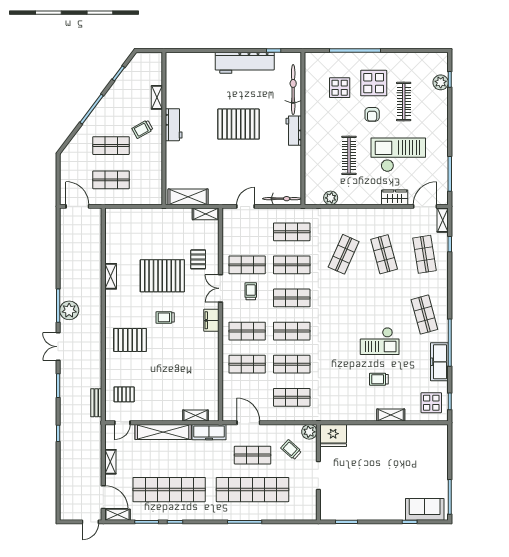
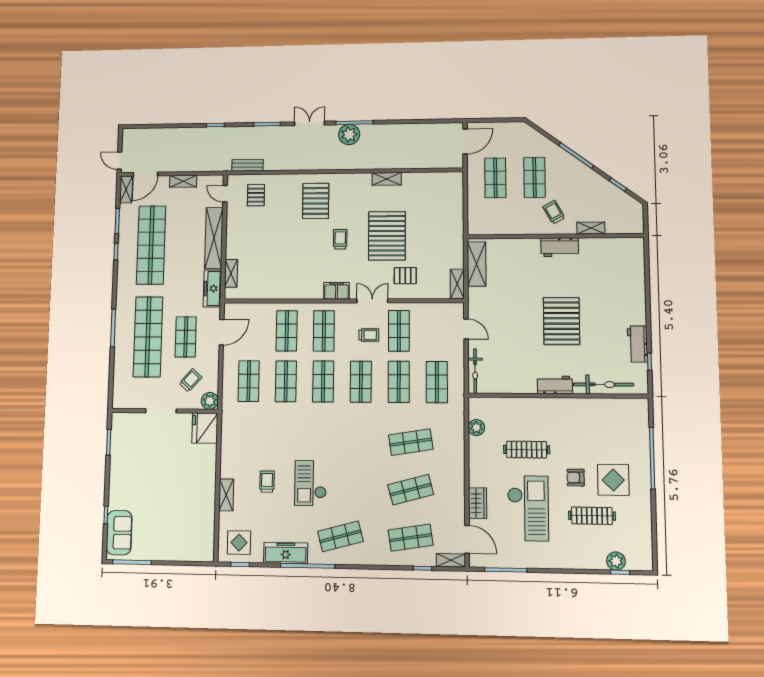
workbench: (245, 63) -> (637, 344), width x0.53, depth x0.76
display table: (340, 88) -> (607, 439), removed
shop shelf: (344, 254) -> (411, 442), turned -33

